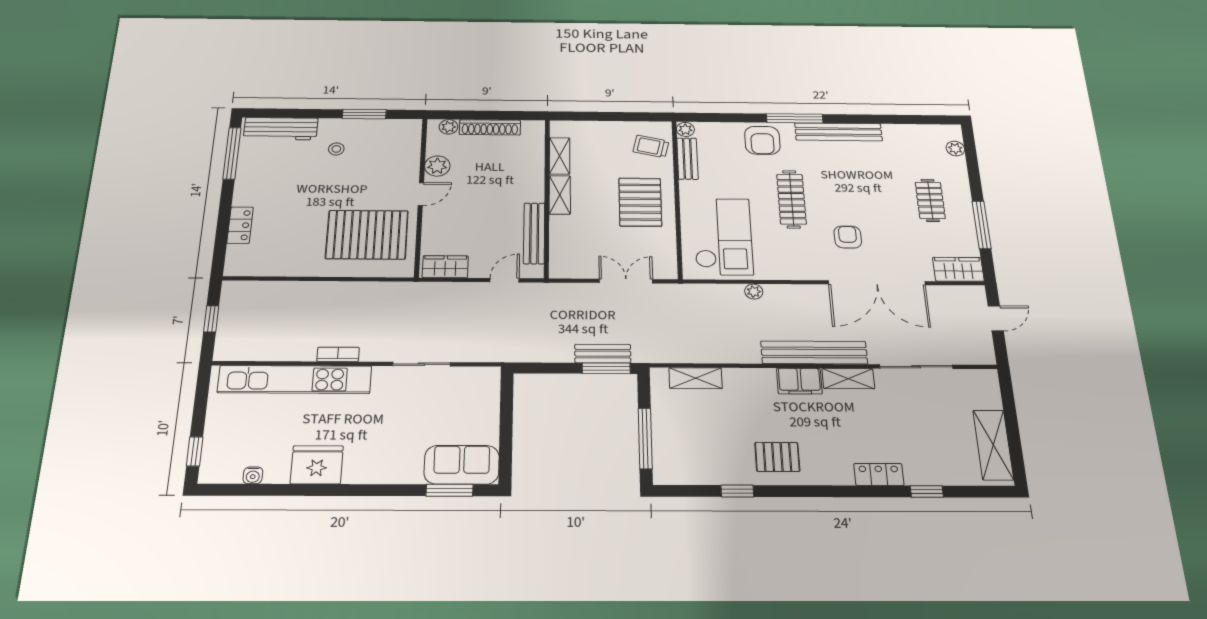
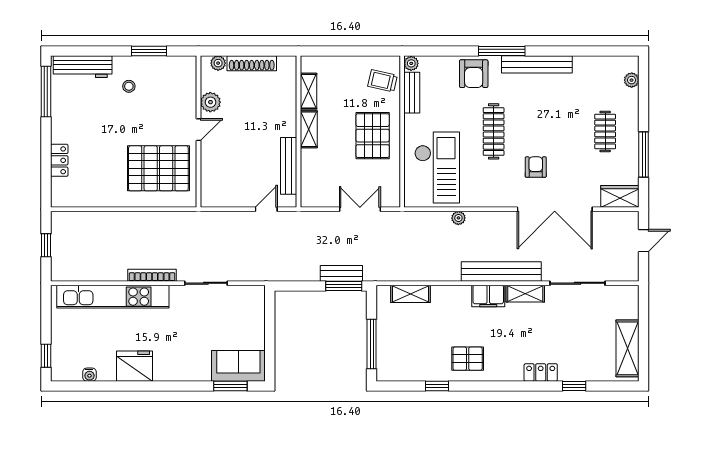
wardrobe: (445, 267) -> (220, 197), removed
bookcase: (338, 354) -> (152, 275), width x1.56

